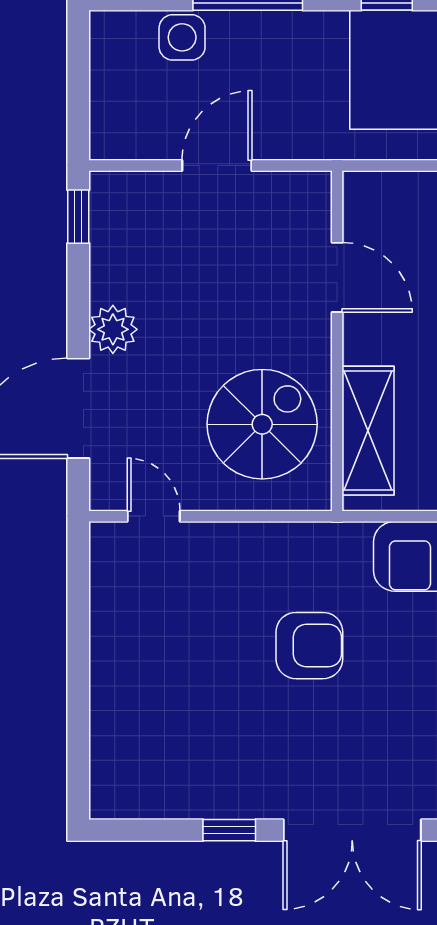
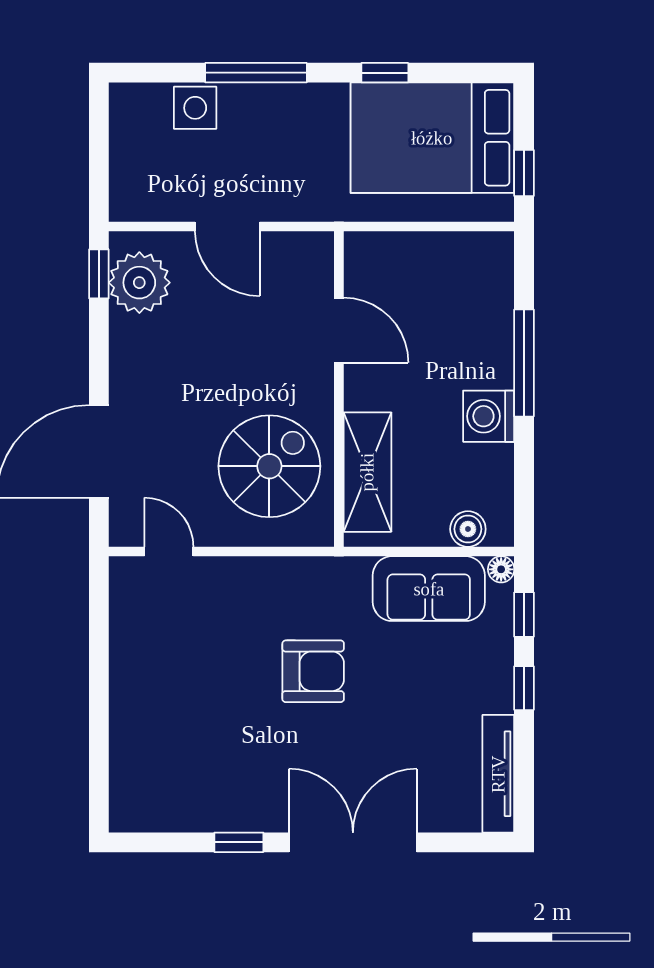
door: (217, 166) -> (227, 227), swing flipped
plant: (113, 329) -> (139, 283), moved, width x1.36, depth x1.36
double door: (352, 830) -> (353, 842), swing flipped

